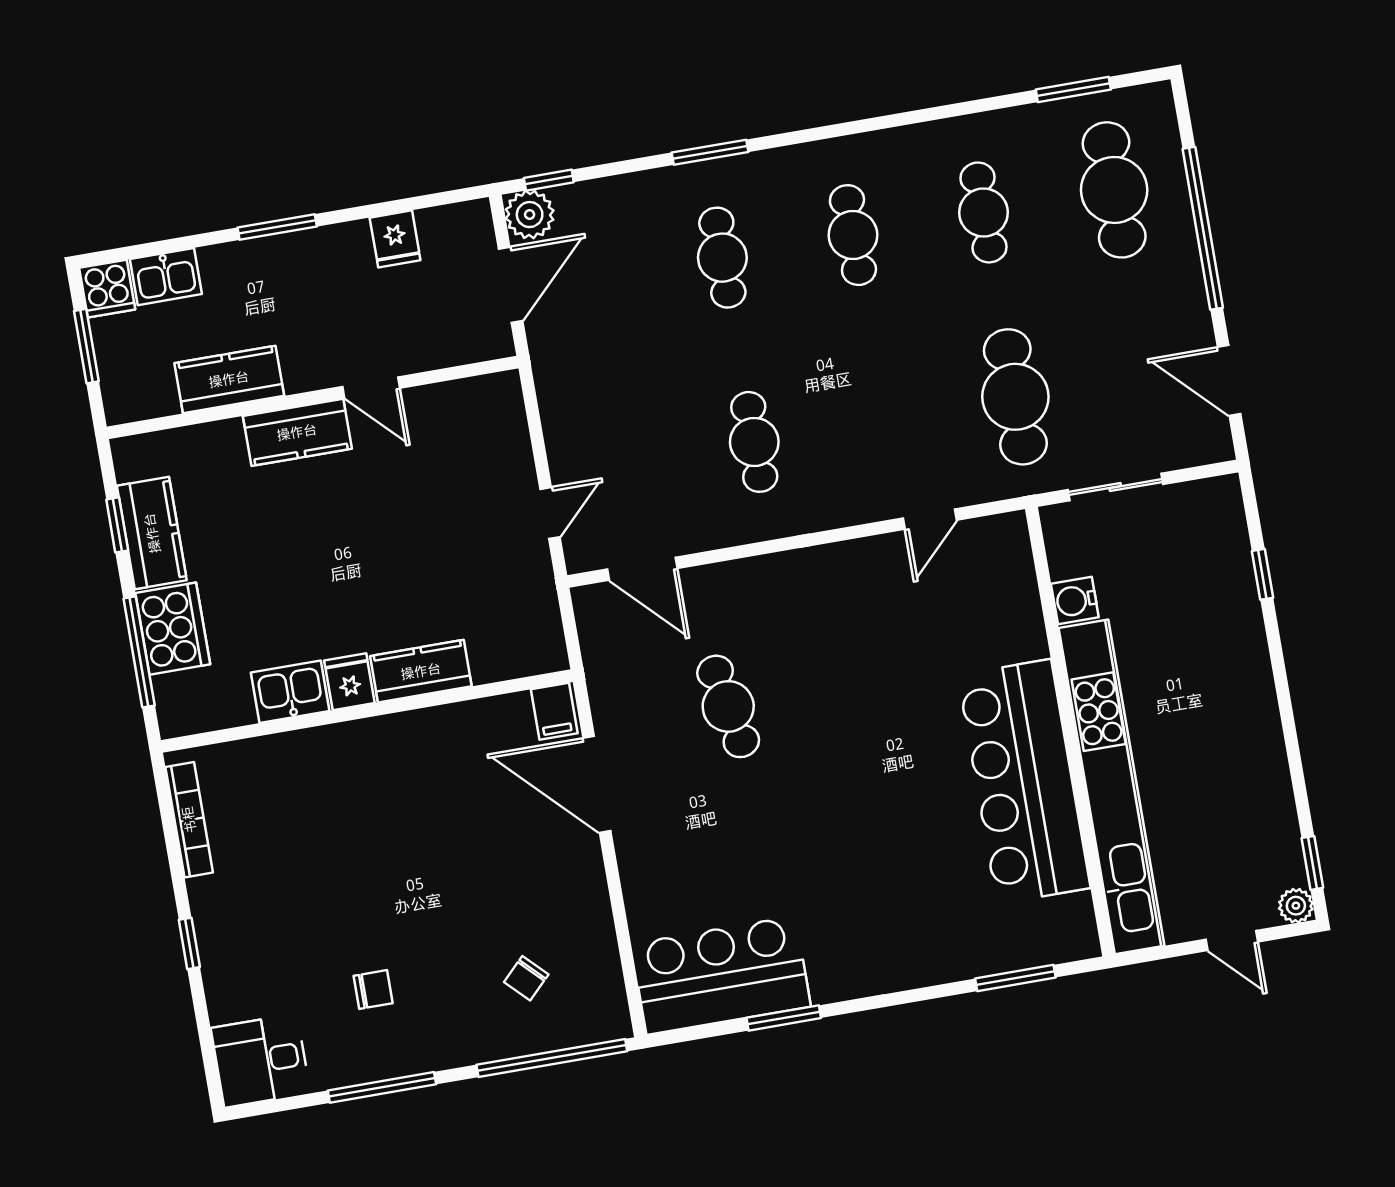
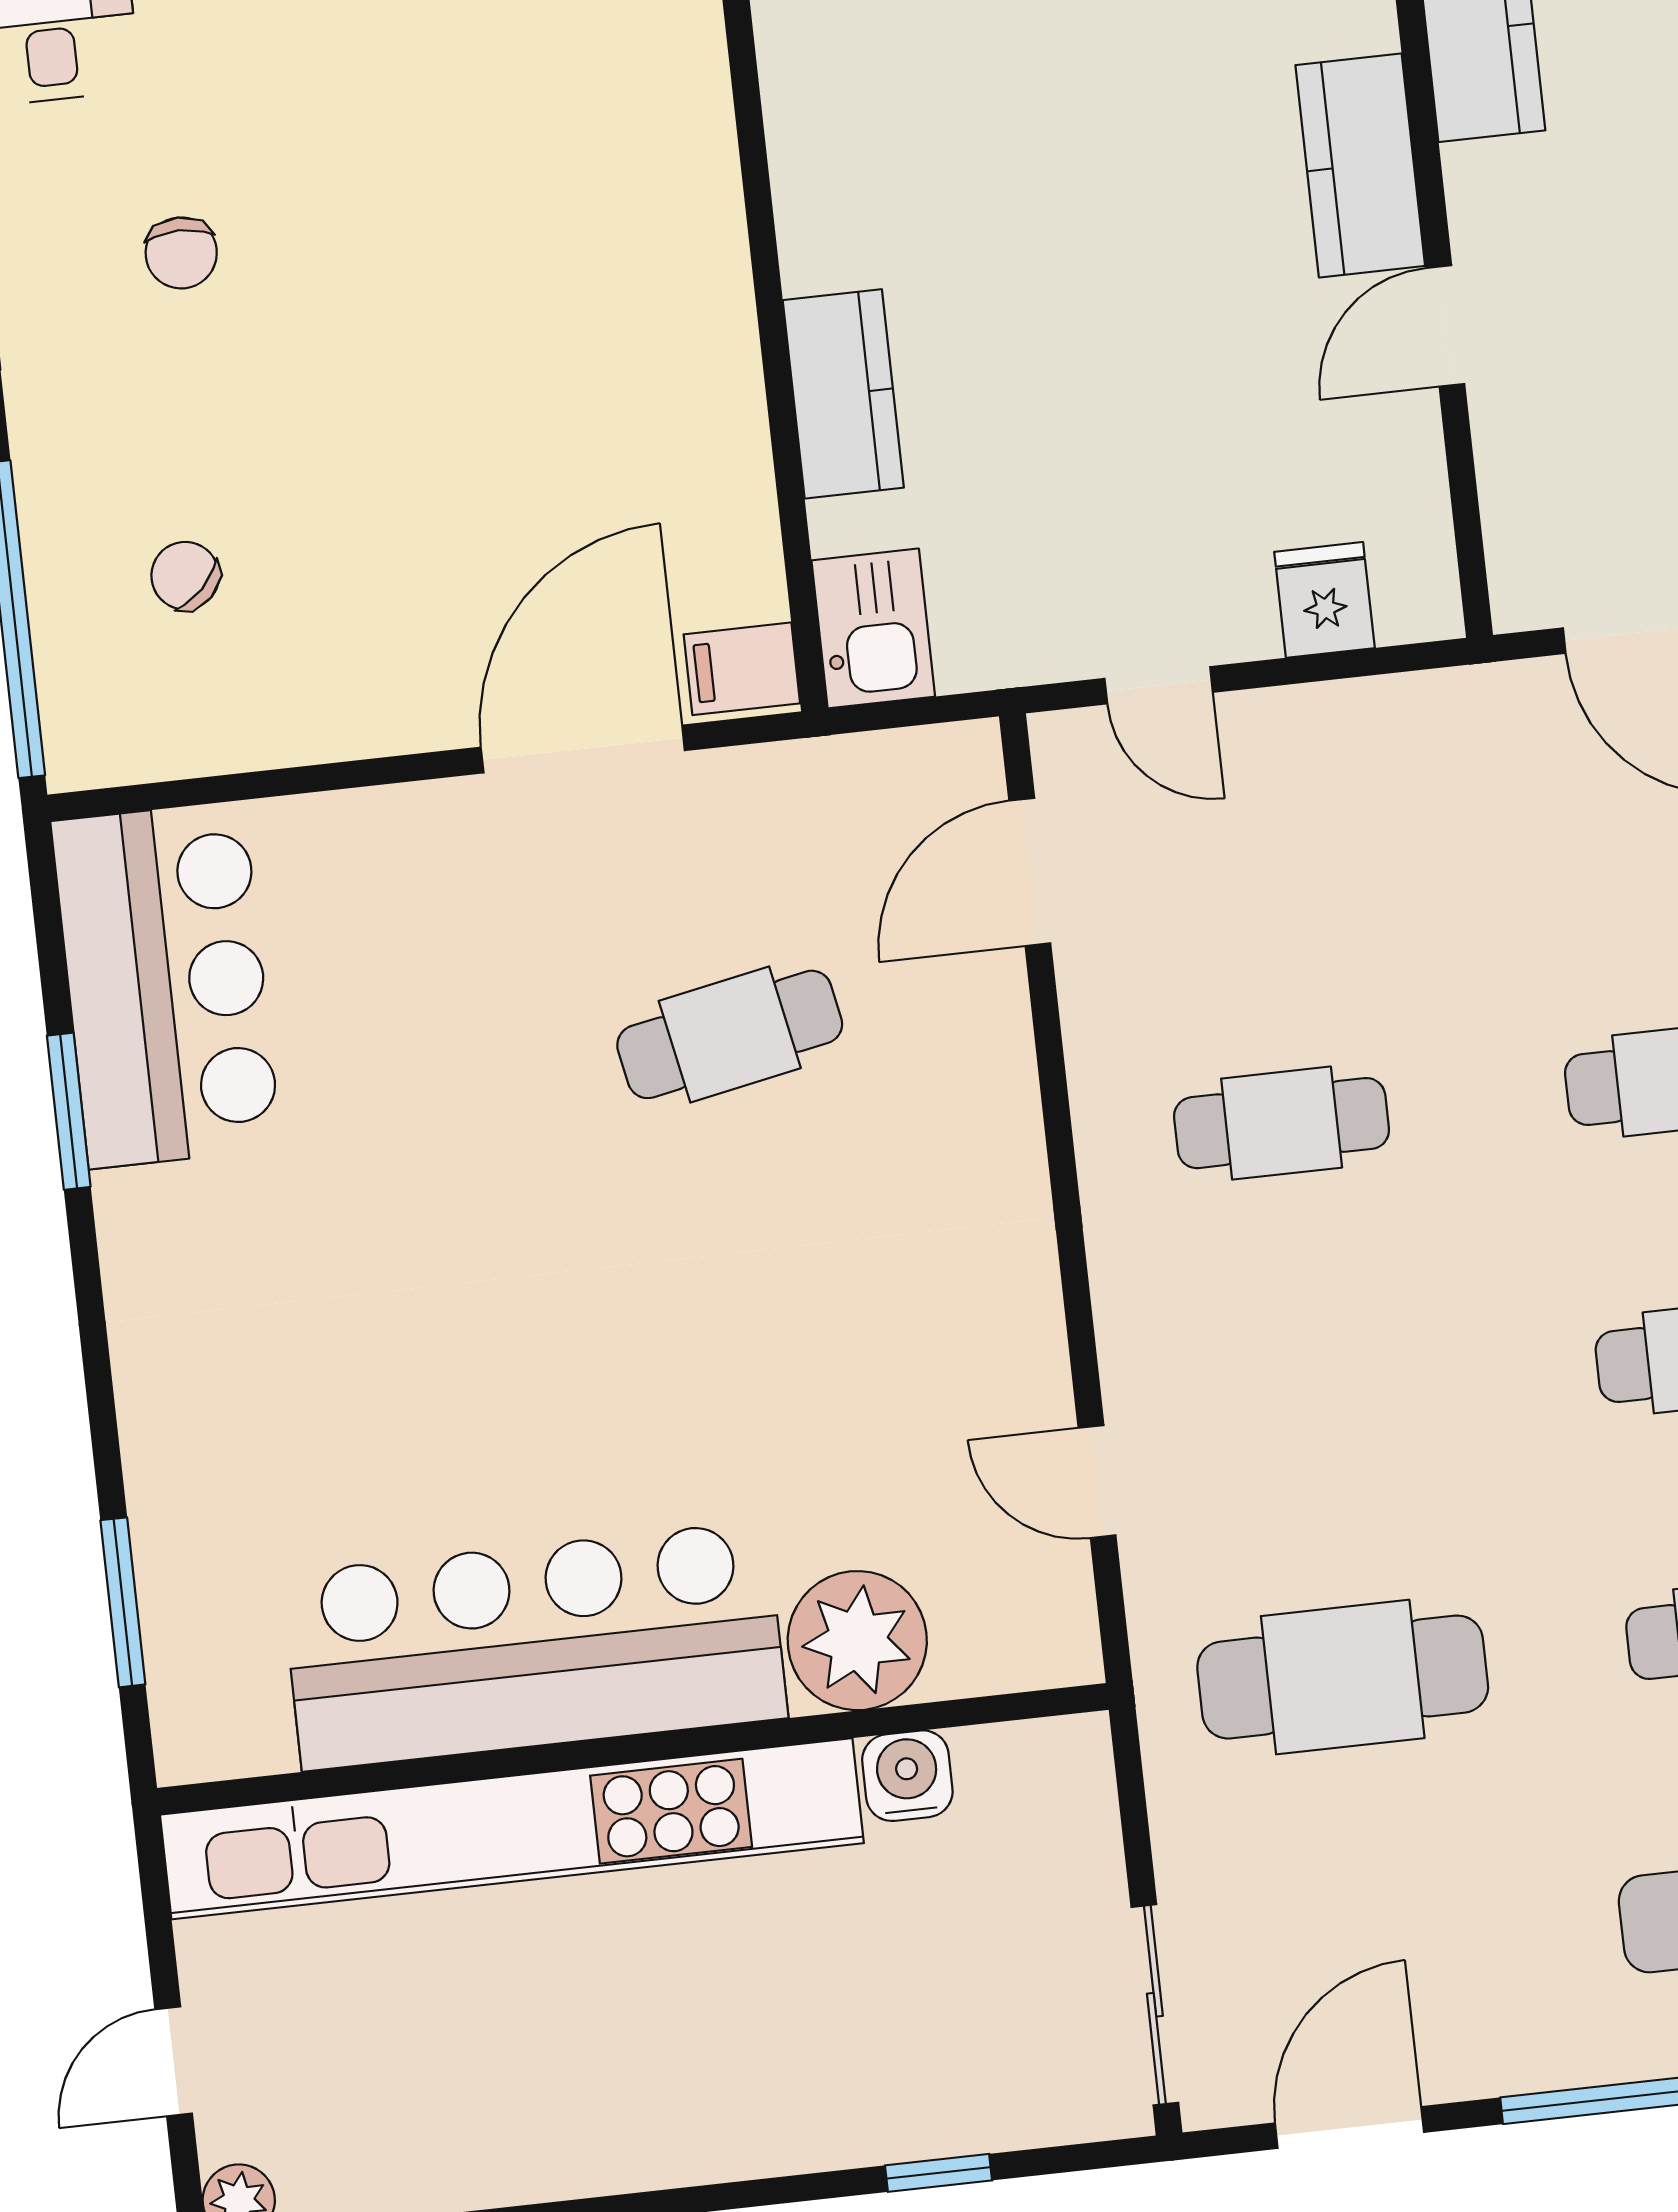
sliding door: (1115, 487) -> (1155, 2005), moved
plant: (1012, 628) -> (857, 1641), added
fridge: (349, 682) -> (1324, 600), moved, turned -90
kitchen sink: (290, 692) -> (873, 628), moved

